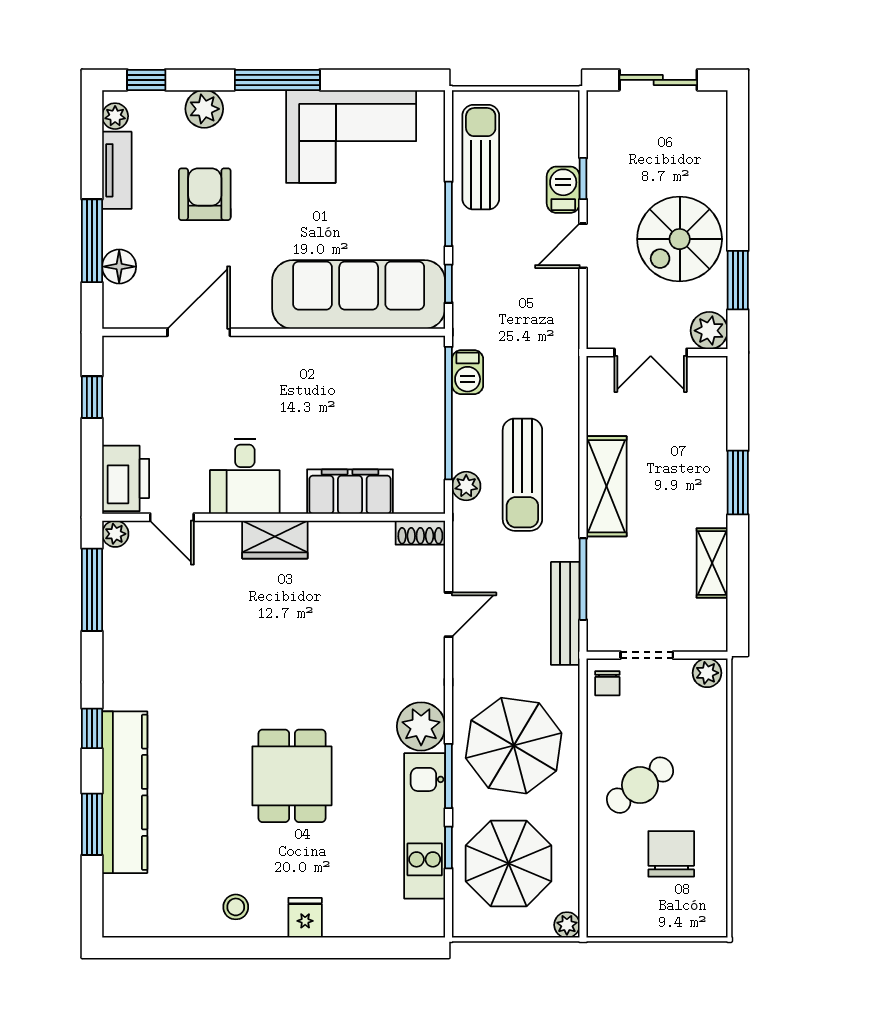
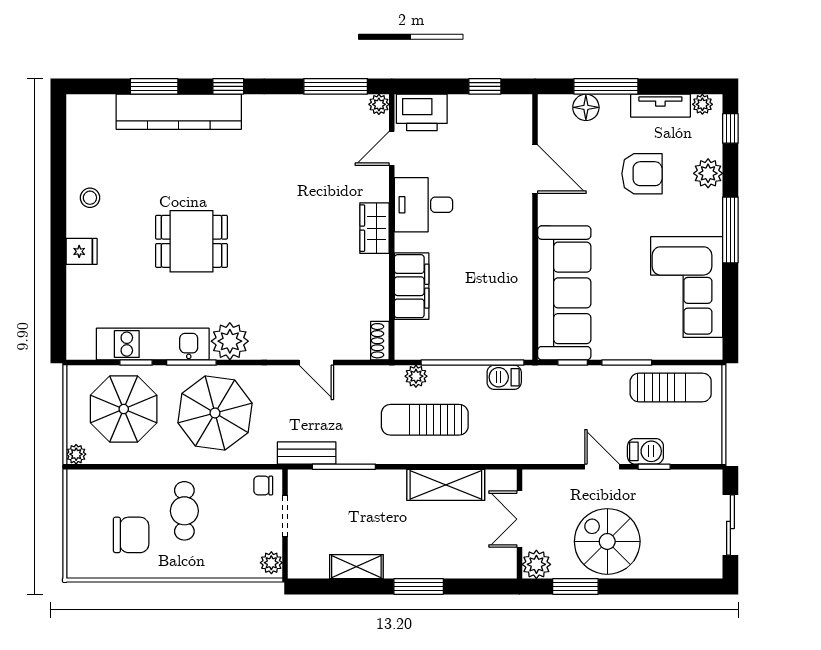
shelving: (606, 486) -> (446, 485), moved
bench: (565, 613) -> (307, 453), width x0.73
cafe table: (640, 785) -> (184, 511), turned 36

